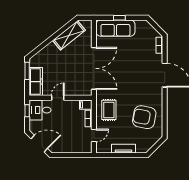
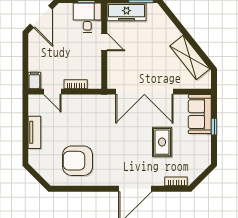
sofa: (115, 28) -> (200, 114), width x0.73
filing cabinet: (86, 105) -> (34, 80), moved
rug: (109, 110) -> (162, 142), moved, turned 90
armchair: (144, 117) -> (78, 161), turned -101

